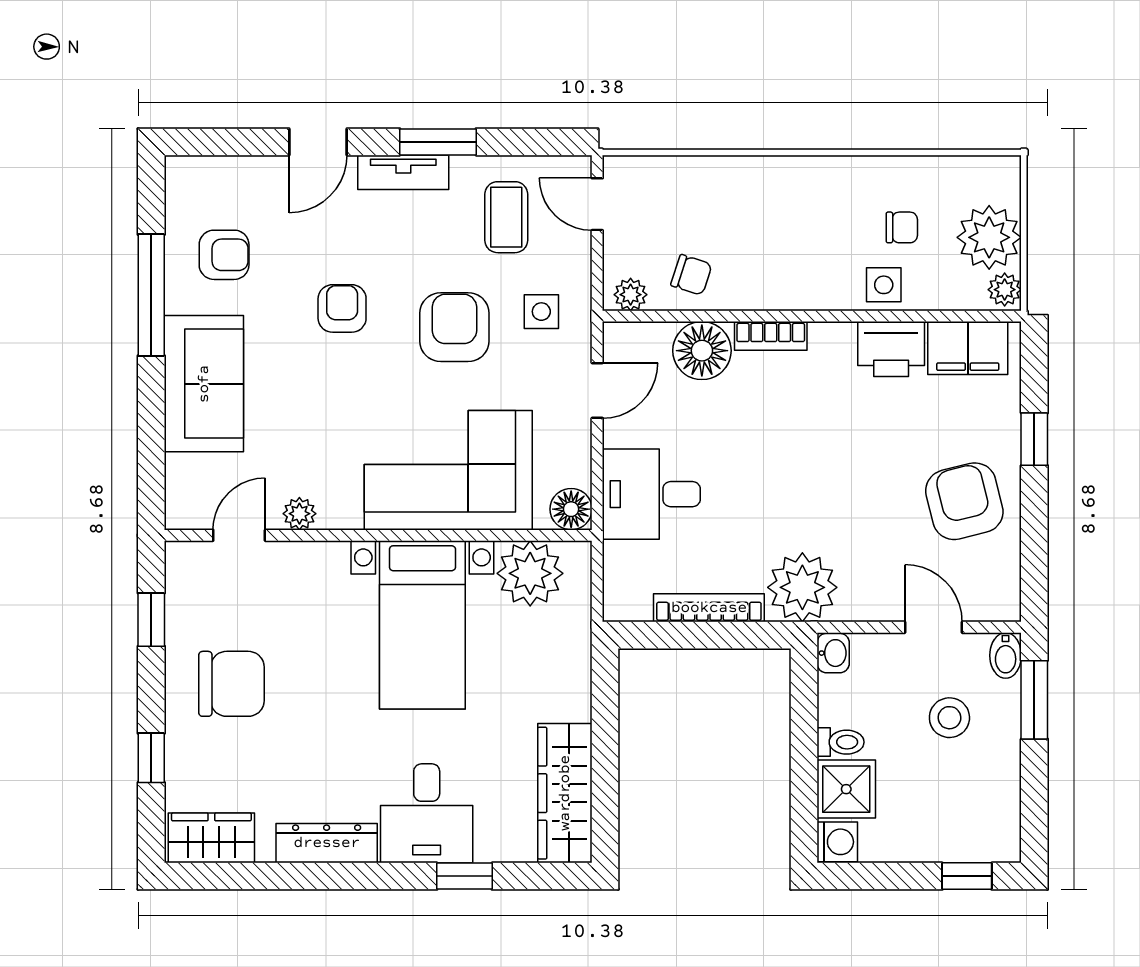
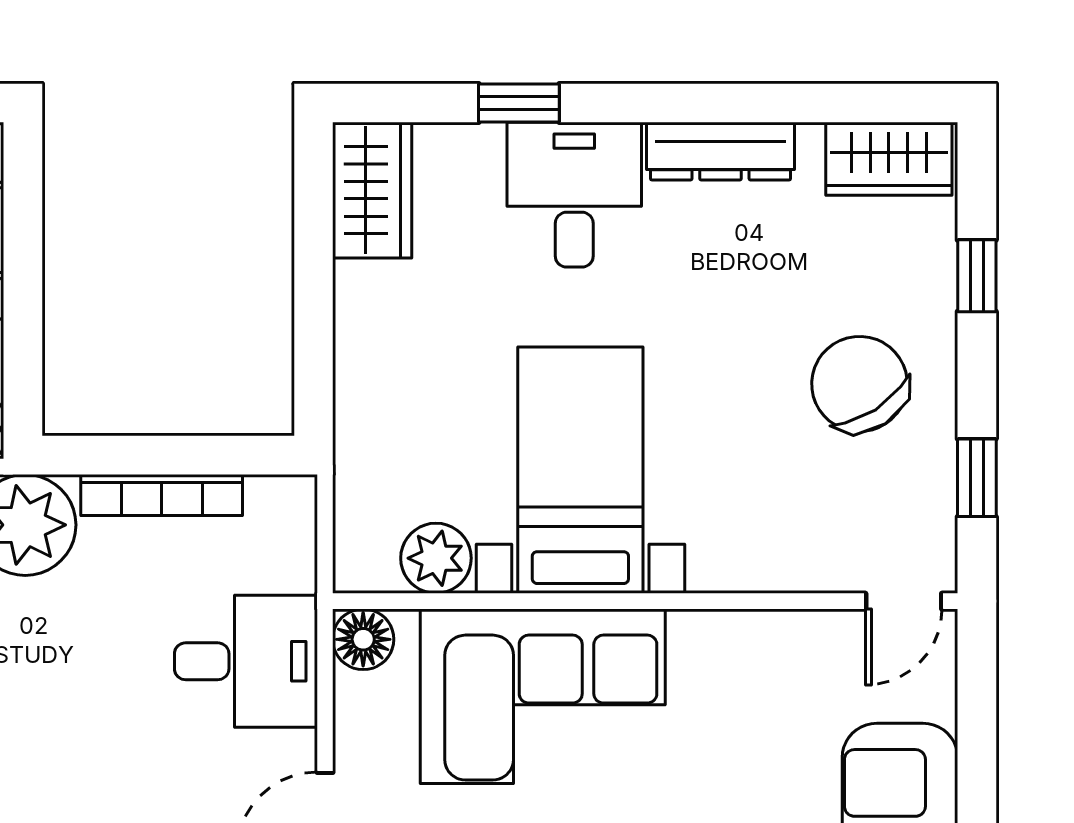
plant: (299, 514) -> (760, 633), removed
door: (239, 535) -> (904, 601), moved
plant: (530, 573) -> (436, 558), width x0.73, depth x0.73
chair: (232, 684) -> (859, 384), turned 57
wardrobe: (565, 793) -> (372, 190), width x0.67

